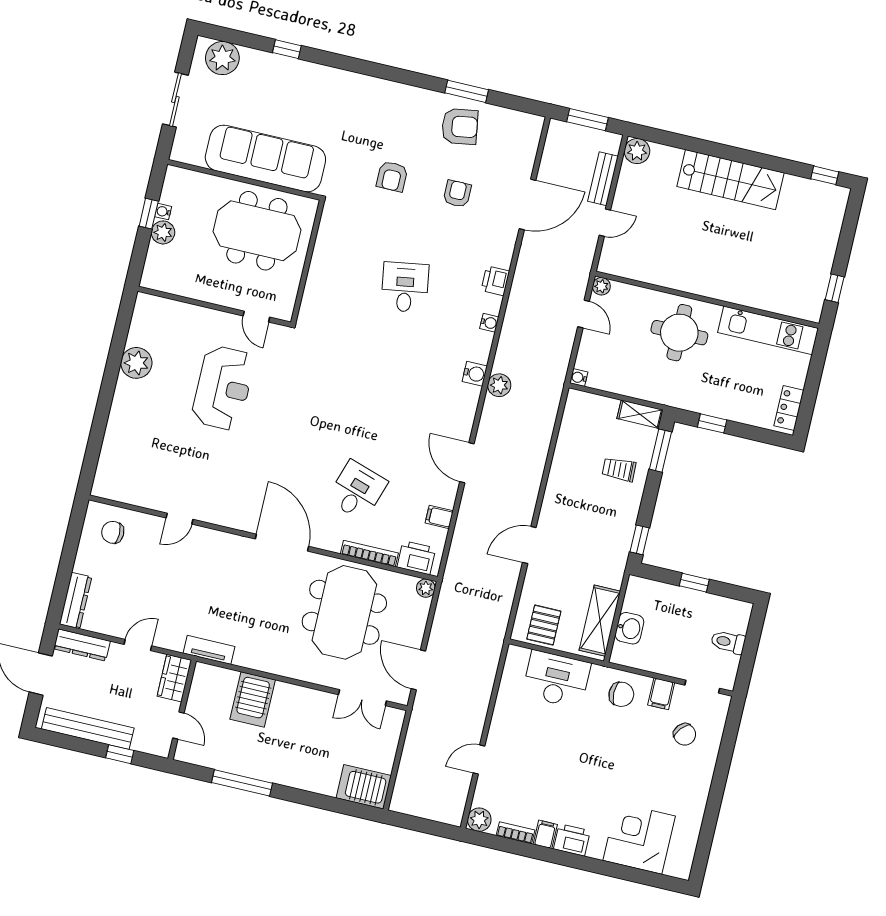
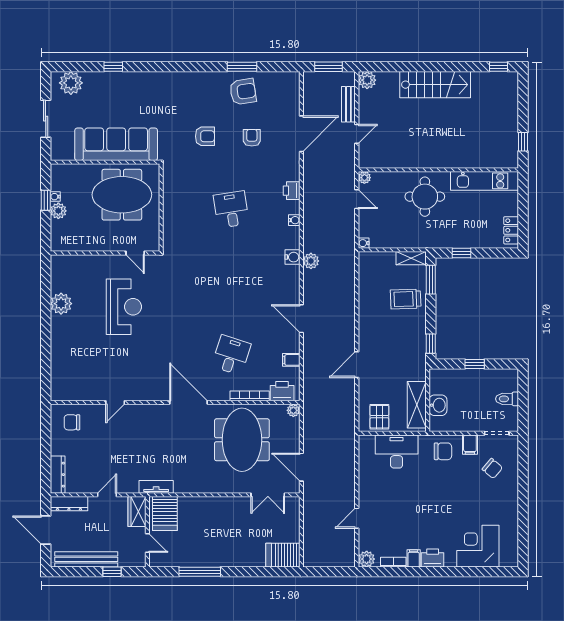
armchair: (392, 176) -> (205, 136), turned -90
trolley: (619, 469) -> (406, 299), width x1.36, depth x1.39
server rack: (253, 699) -> (165, 514), moved

